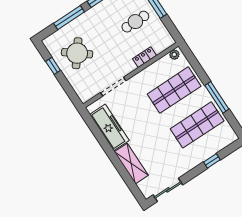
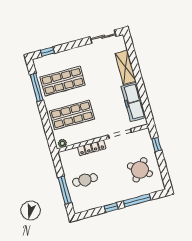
locker: (145, 57) -> (92, 148), width x1.53
window: (53, 66) -> (157, 144), moved
window: (217, 97) -> (37, 87), moved
window: (212, 161) -> (47, 52), moved

